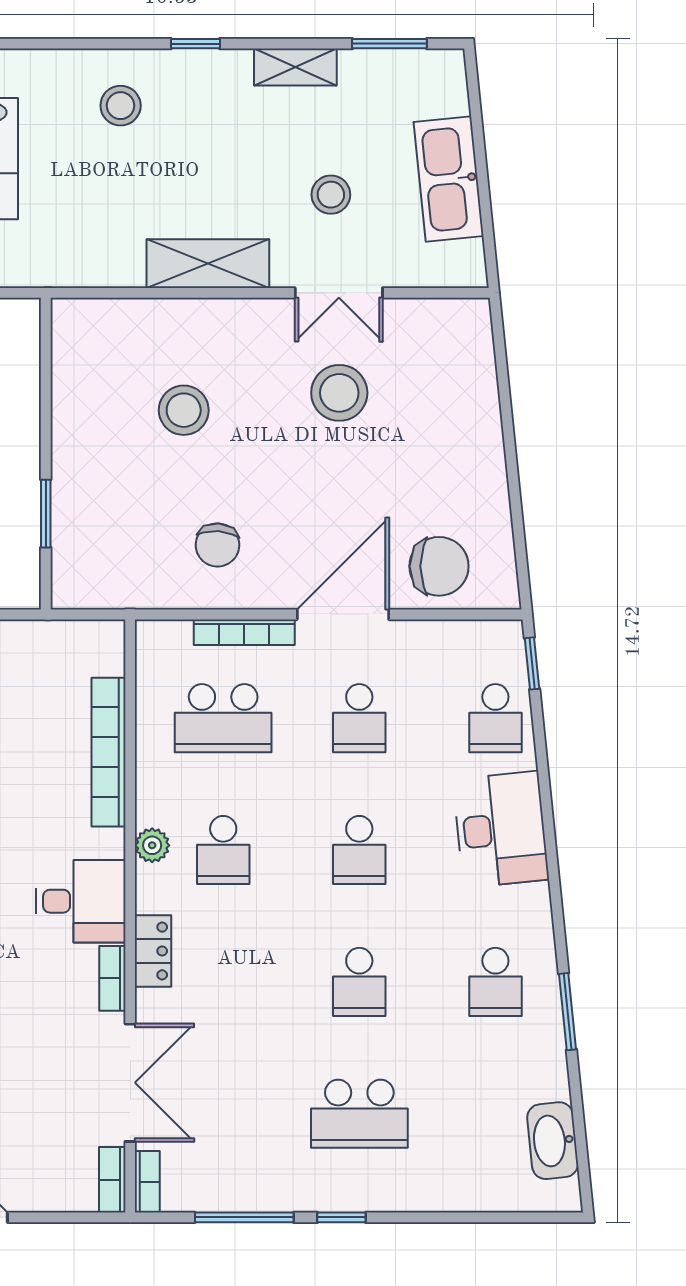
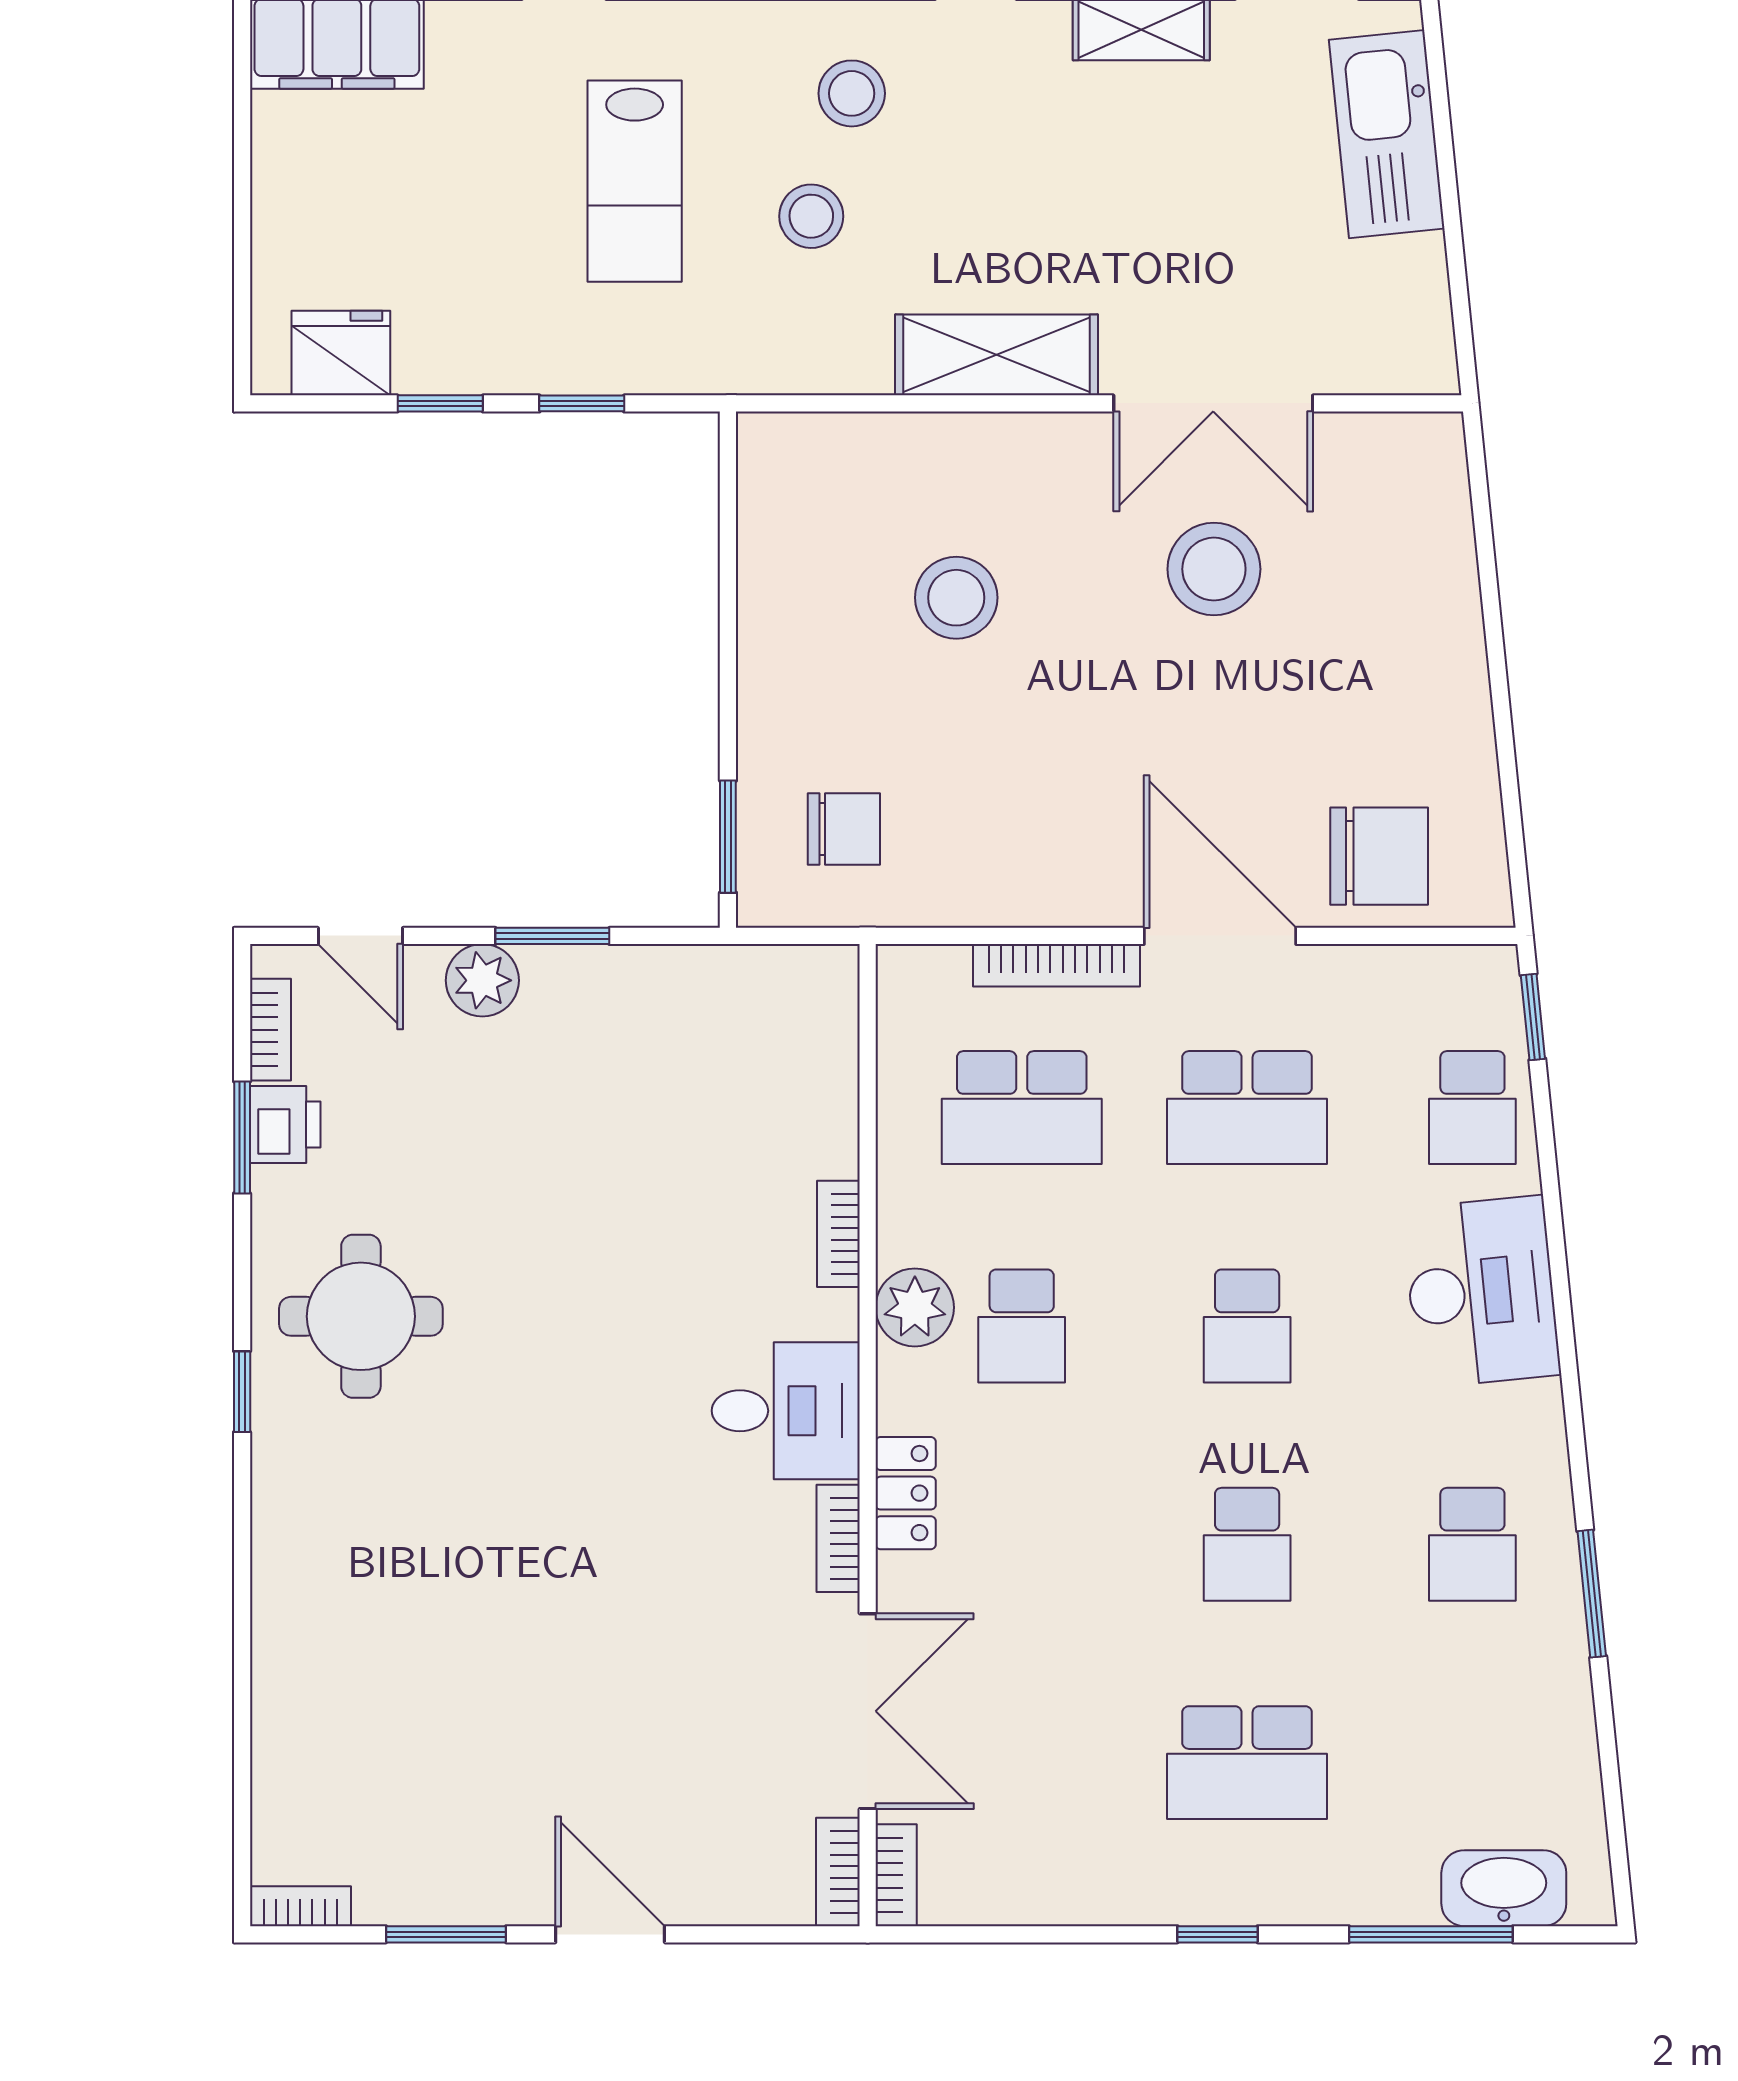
kitchen sink: (449, 179) -> (1387, 134), moved
stool: (331, 195) -> (811, 216), moved
double door: (339, 293) -> (1213, 403), width x1.37
window: (46, 514) -> (728, 837), moved
chair: (217, 545) -> (844, 829), moved, turned -94
door: (343, 614) -> (1220, 936), hinge flipped
school desk: (359, 718) -> (1247, 1108), width x1.85
bookcase: (108, 752) -> (838, 1234), width x0.43, depth x0.76
plant: (152, 845) -> (915, 1307), width x1.38, depth x1.38
washbasin: (553, 1141) -> (1504, 1888), moved, turned 96
window: (244, 1217) -> (1431, 1934), moved

